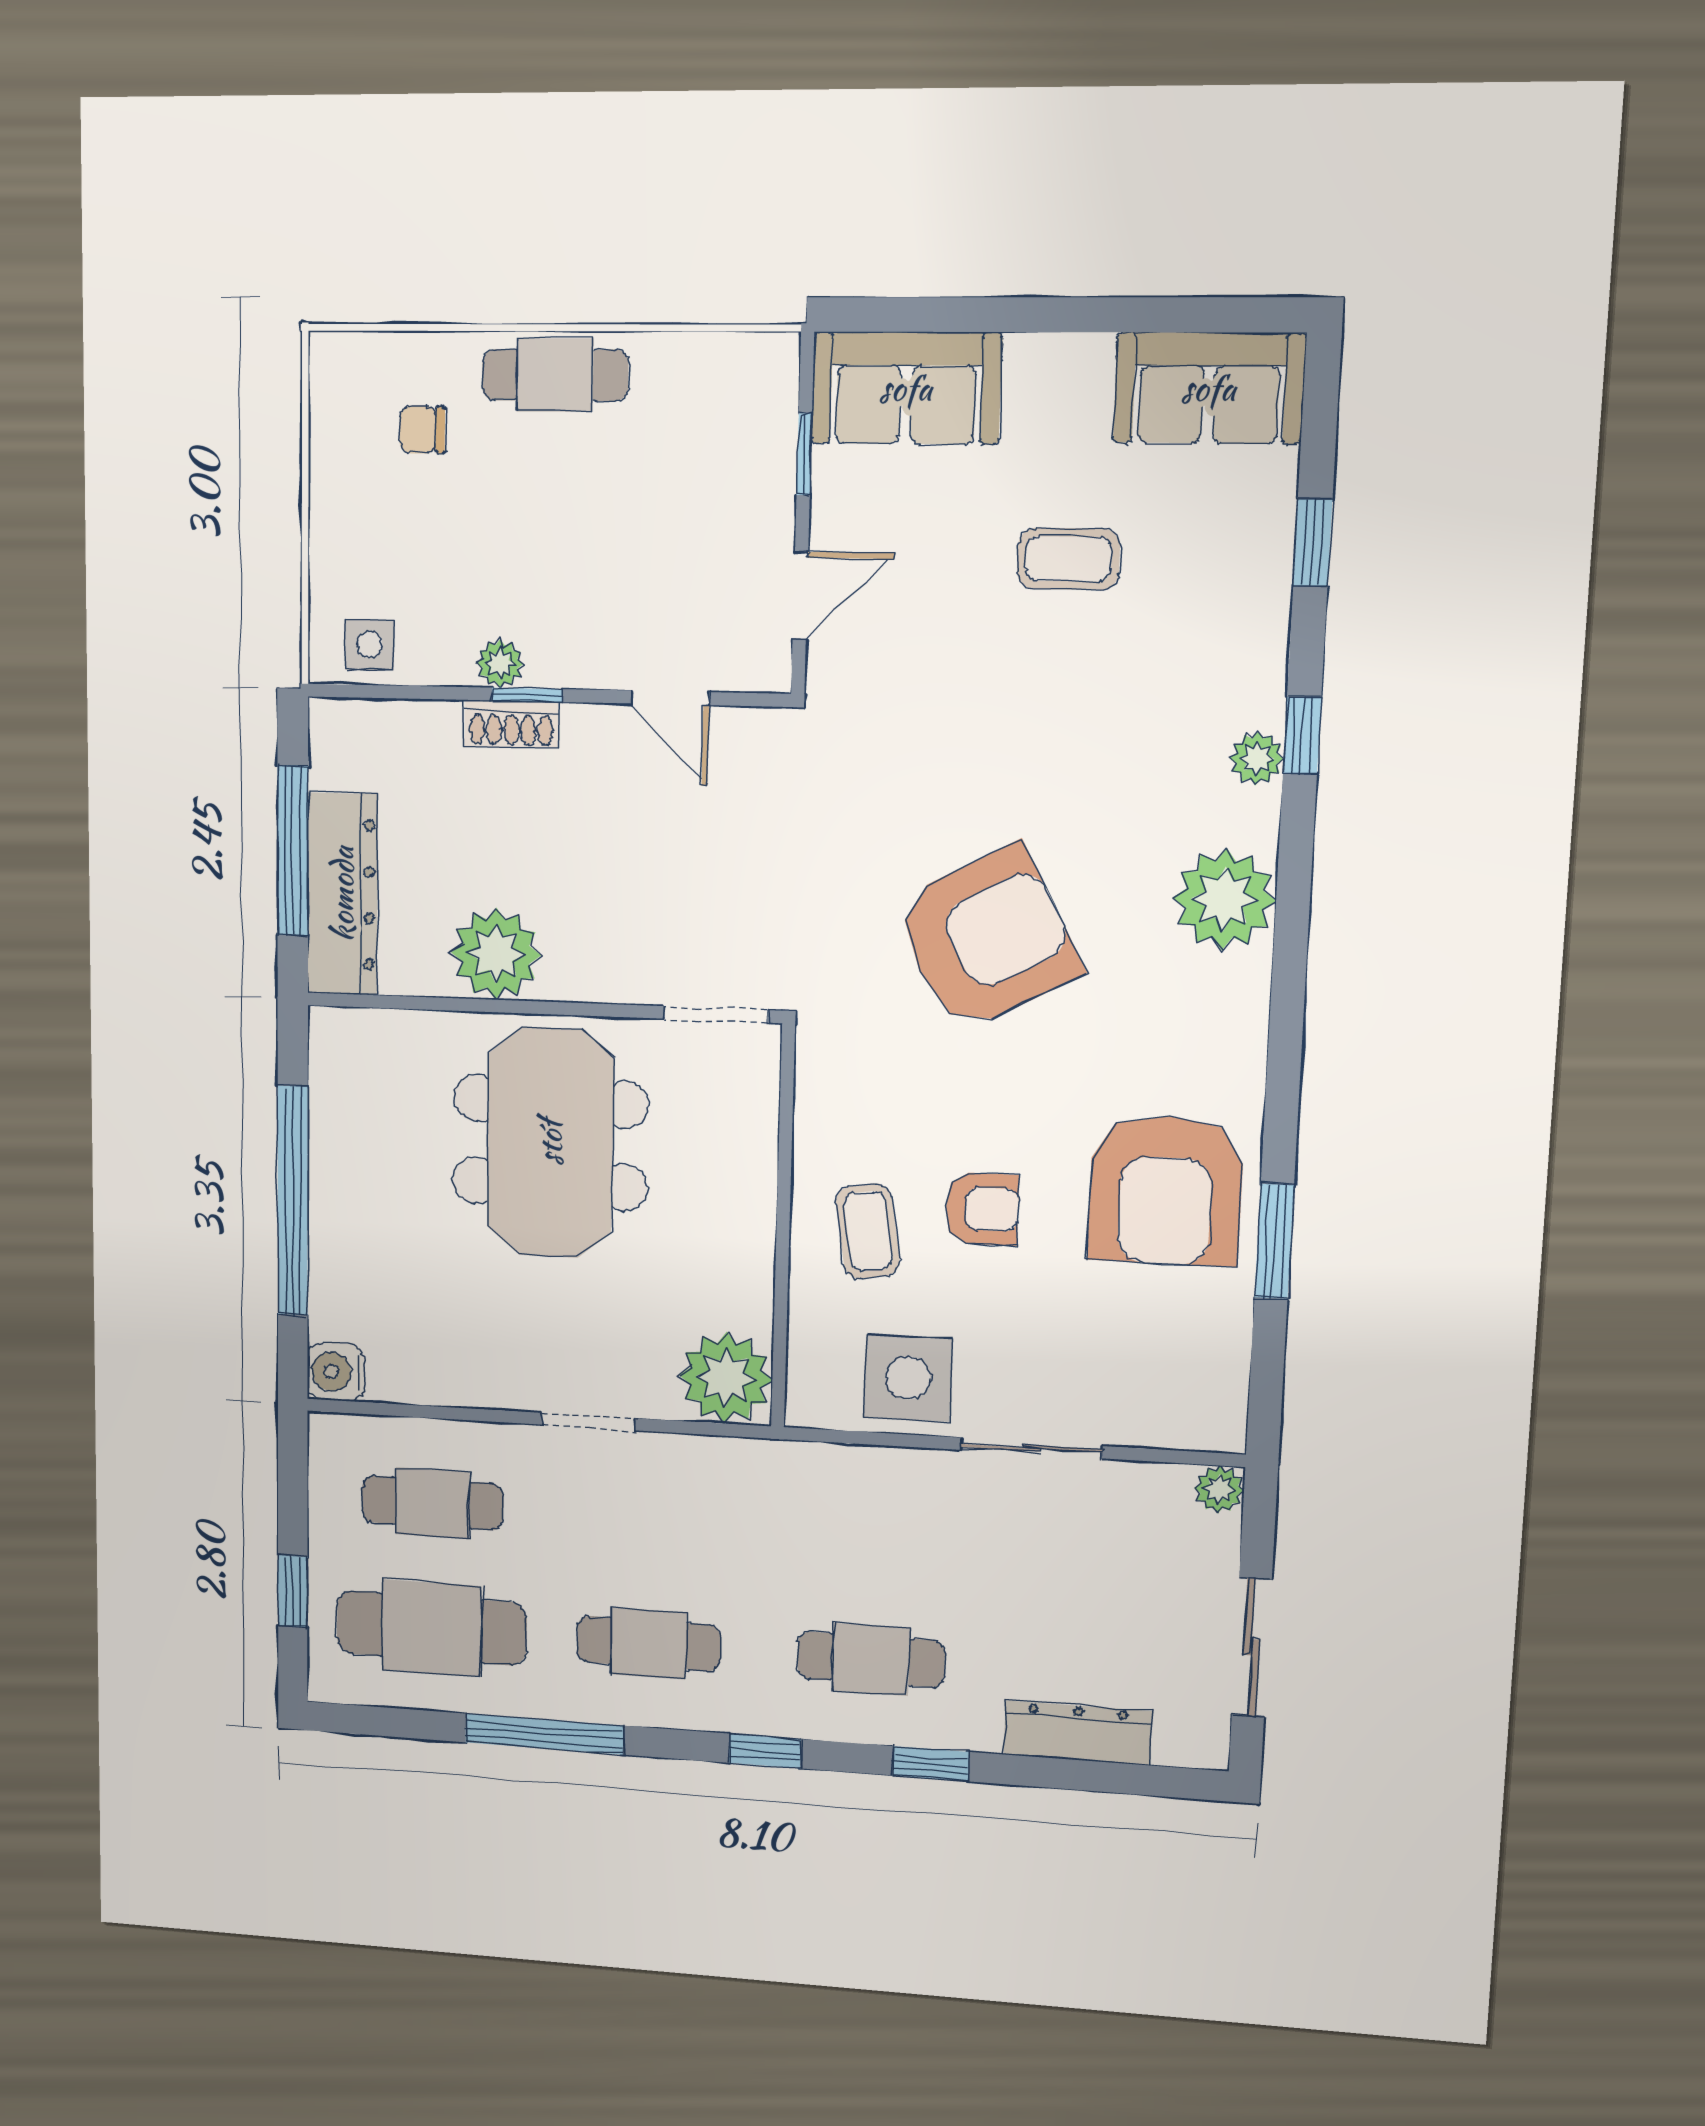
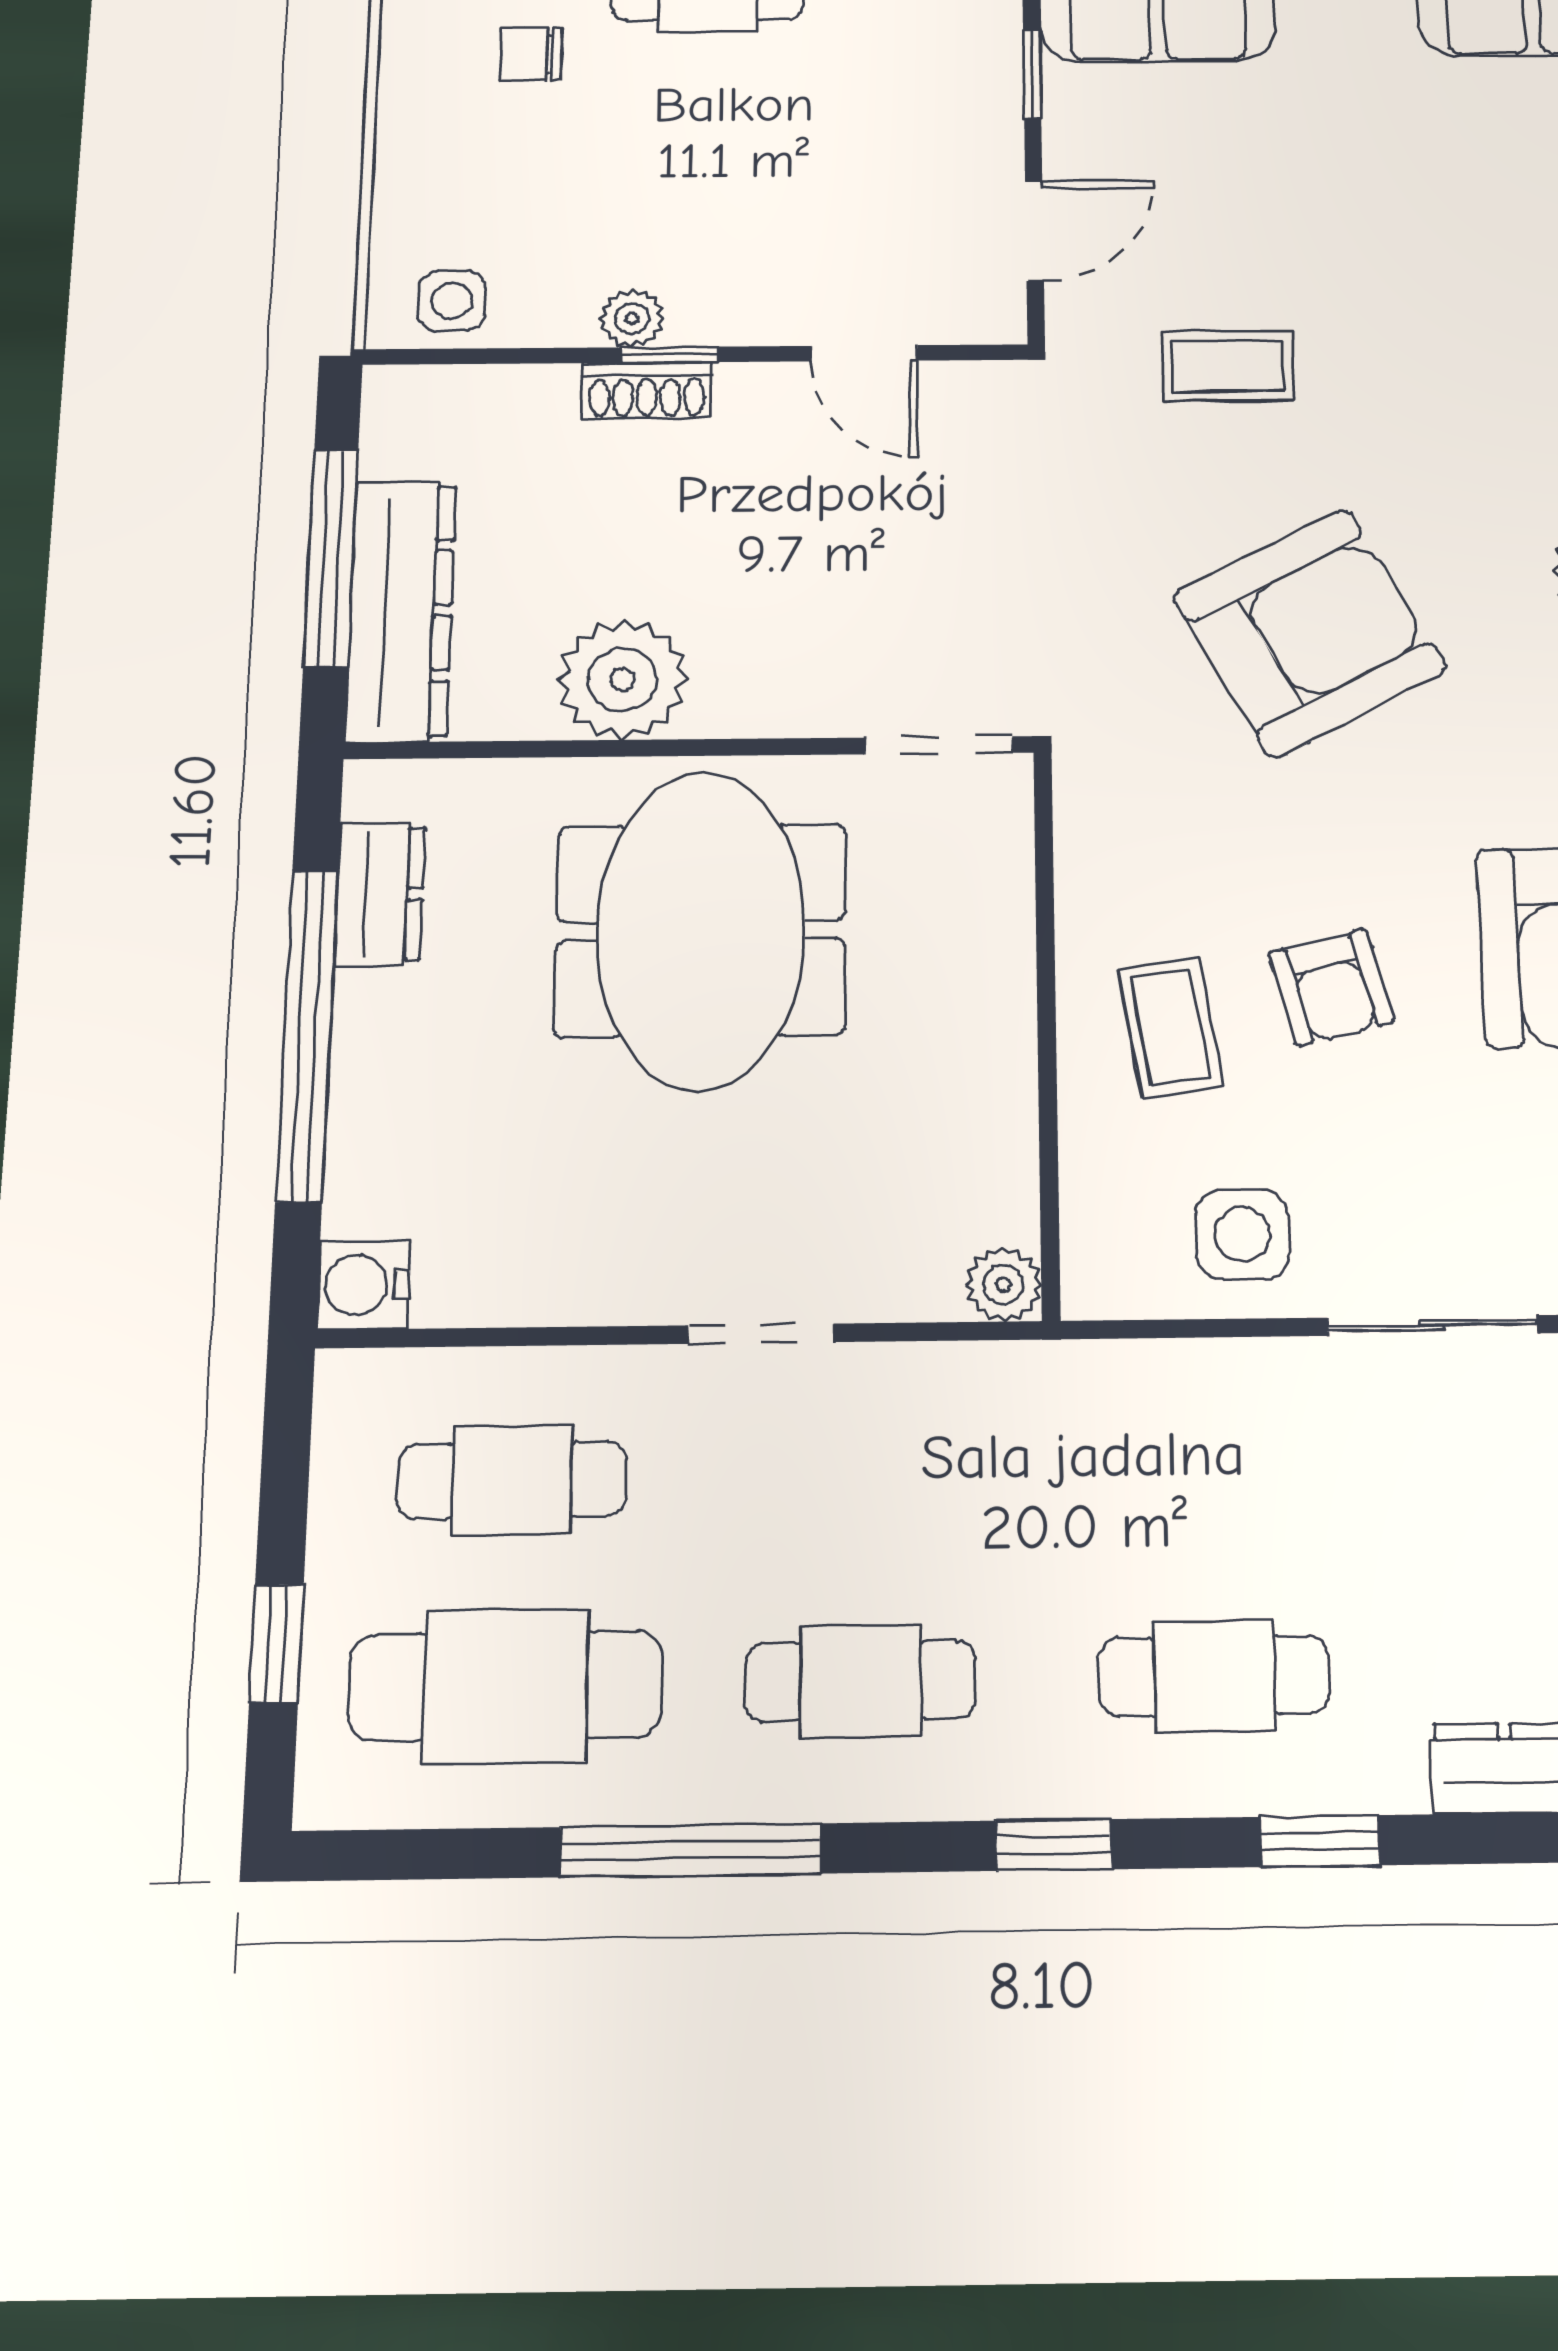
coffee table: (1068, 559) -> (1228, 366), moved
dresser: (336, 1105) -> (380, 894), added
armchair: (982, 1209) -> (1331, 987), turned 76
plant: (726, 1378) -> (1003, 1285), width x0.53, depth x0.53
side table: (908, 1378) -> (1242, 1234), width x0.73, depth x0.73

